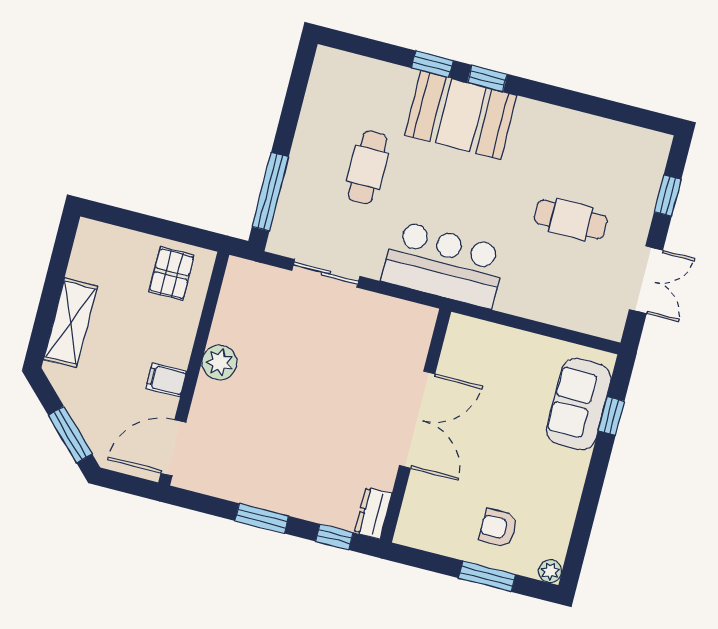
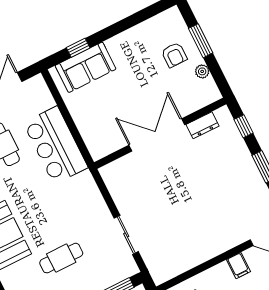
bar counter: (444, 265) -> (56, 145), moved
plant: (220, 362) -> (209, 248), removed
dresser: (373, 513) -> (203, 125), moved
plant: (550, 571) -> (202, 71), moved

